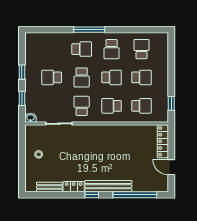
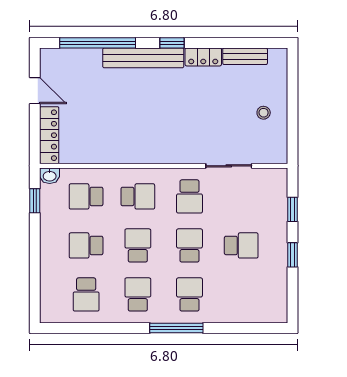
school desk: (82, 49) -> (189, 294), turned 90
school desk: (112, 77) -> (138, 245), turned 90
washbasin: (31, 118) -> (50, 176), moved

